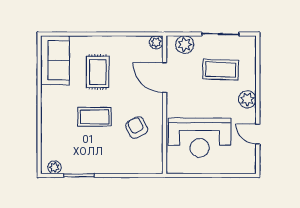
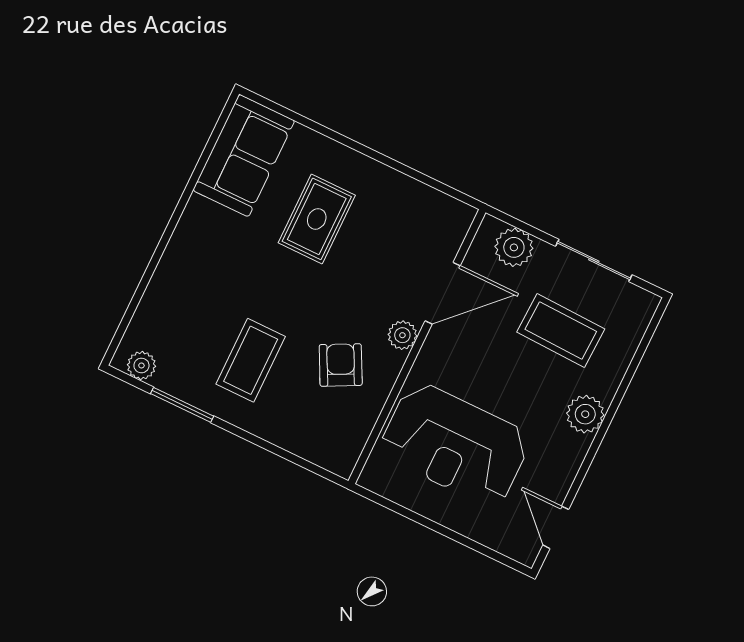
plant: (156, 42) -> (402, 335), moved
door: (164, 78) -> (443, 293), swing flipped
coffee table: (95, 117) -> (251, 360), moved, turned 90
door: (258, 134) -> (556, 527), moved

